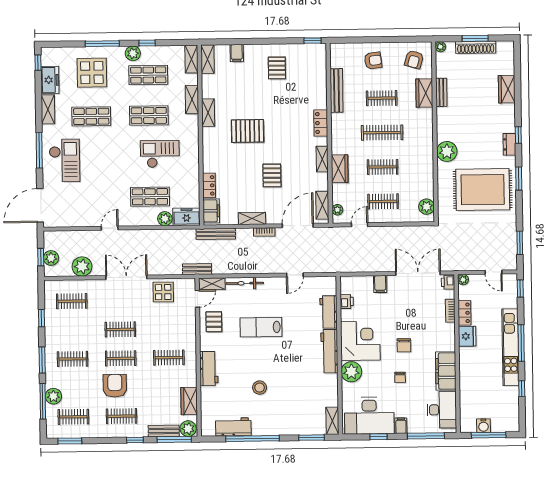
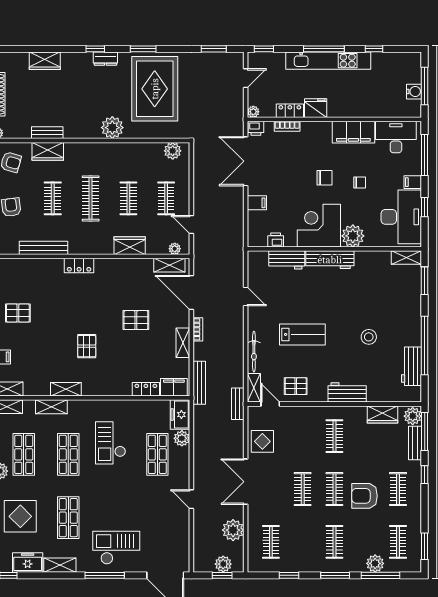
pallet: (248, 131) -> (87, 346), width x0.67, depth x0.71
shelving: (322, 159) -> (119, 265), removed
lab bench: (261, 327) -> (302, 334), turned -90

